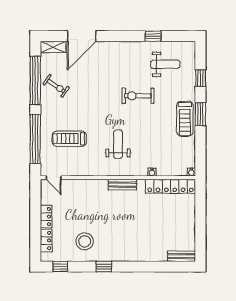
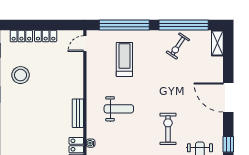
door: (82, 36) -> (228, 98), moved

